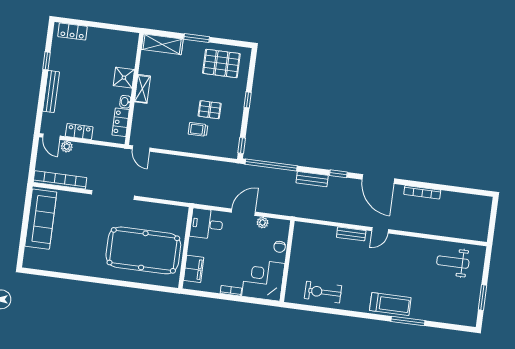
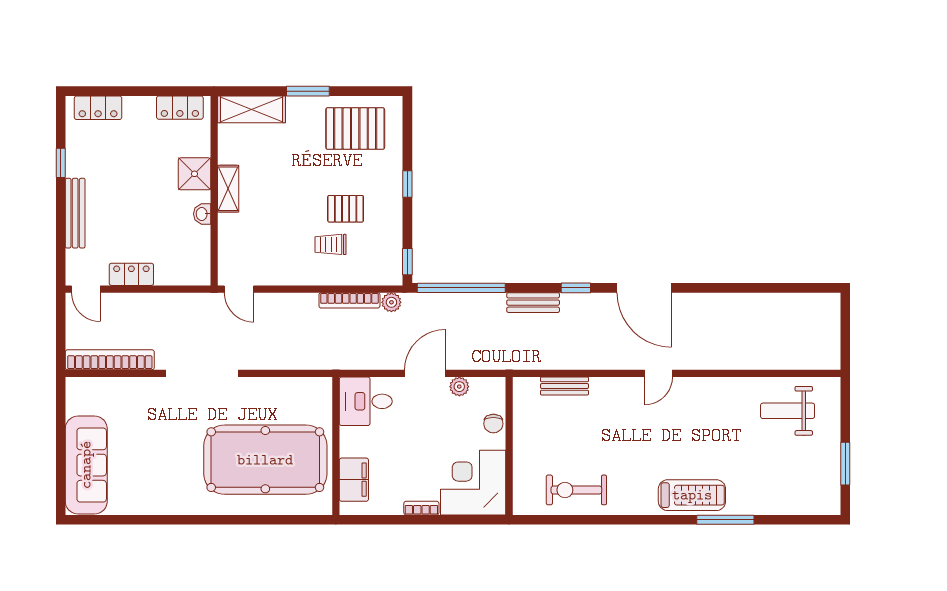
locker: (121, 122) -> (180, 108), moved, turned -90
plant: (67, 147) -> (391, 302), moved
bookcase: (422, 192) -> (349, 300), moved
sofa: (41, 219) -> (86, 465), moved
bench: (351, 234) -> (564, 386), moved

